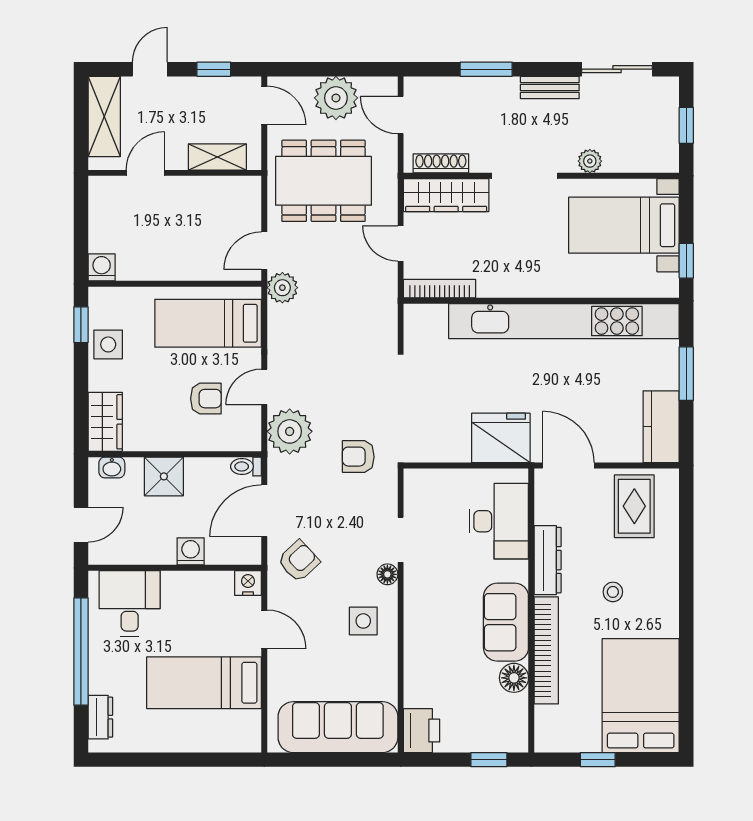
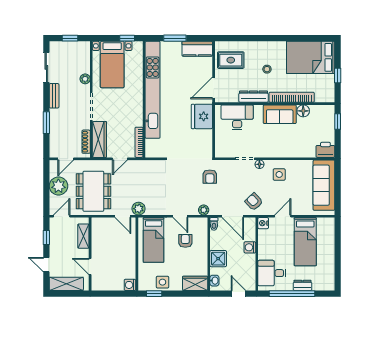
plant: (290, 431) -> (204, 210), width x0.53, depth x0.53
dresser: (100, 717) -> (302, 285), moved

